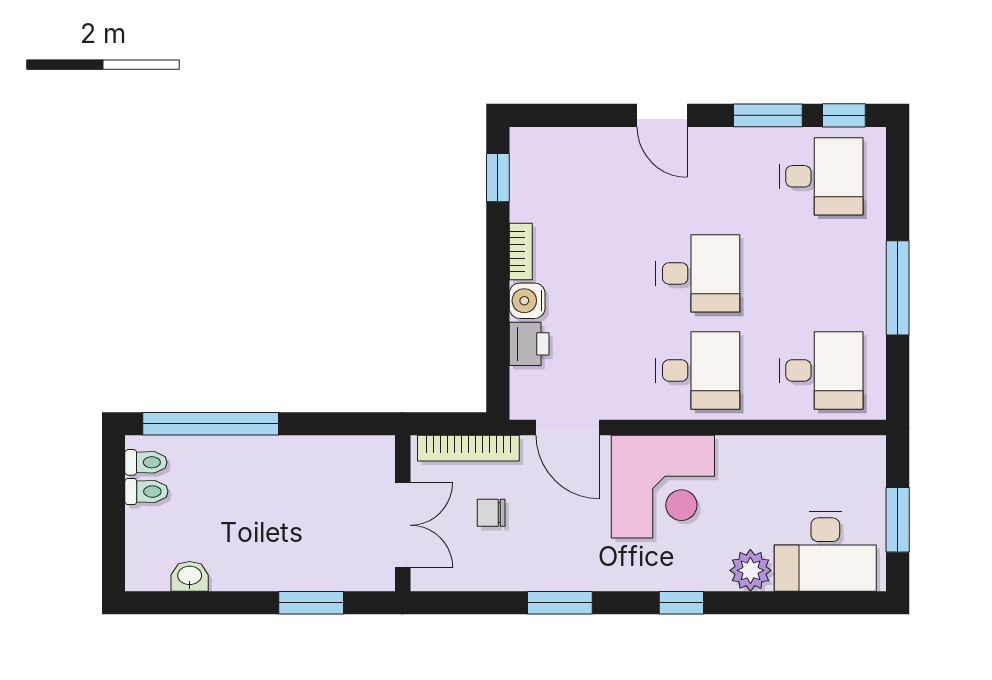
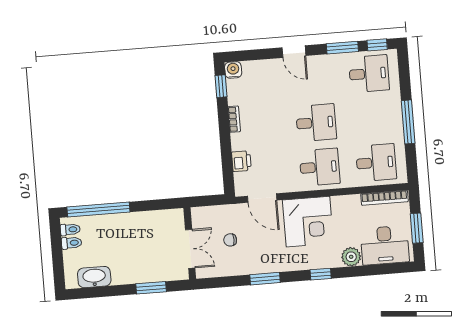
water cooler: (527, 301) -> (233, 70), moved, turned 90
bookcase: (468, 448) -> (384, 198), moved
washbasin: (190, 576) -> (94, 277), width x1.91, depth x1.45

